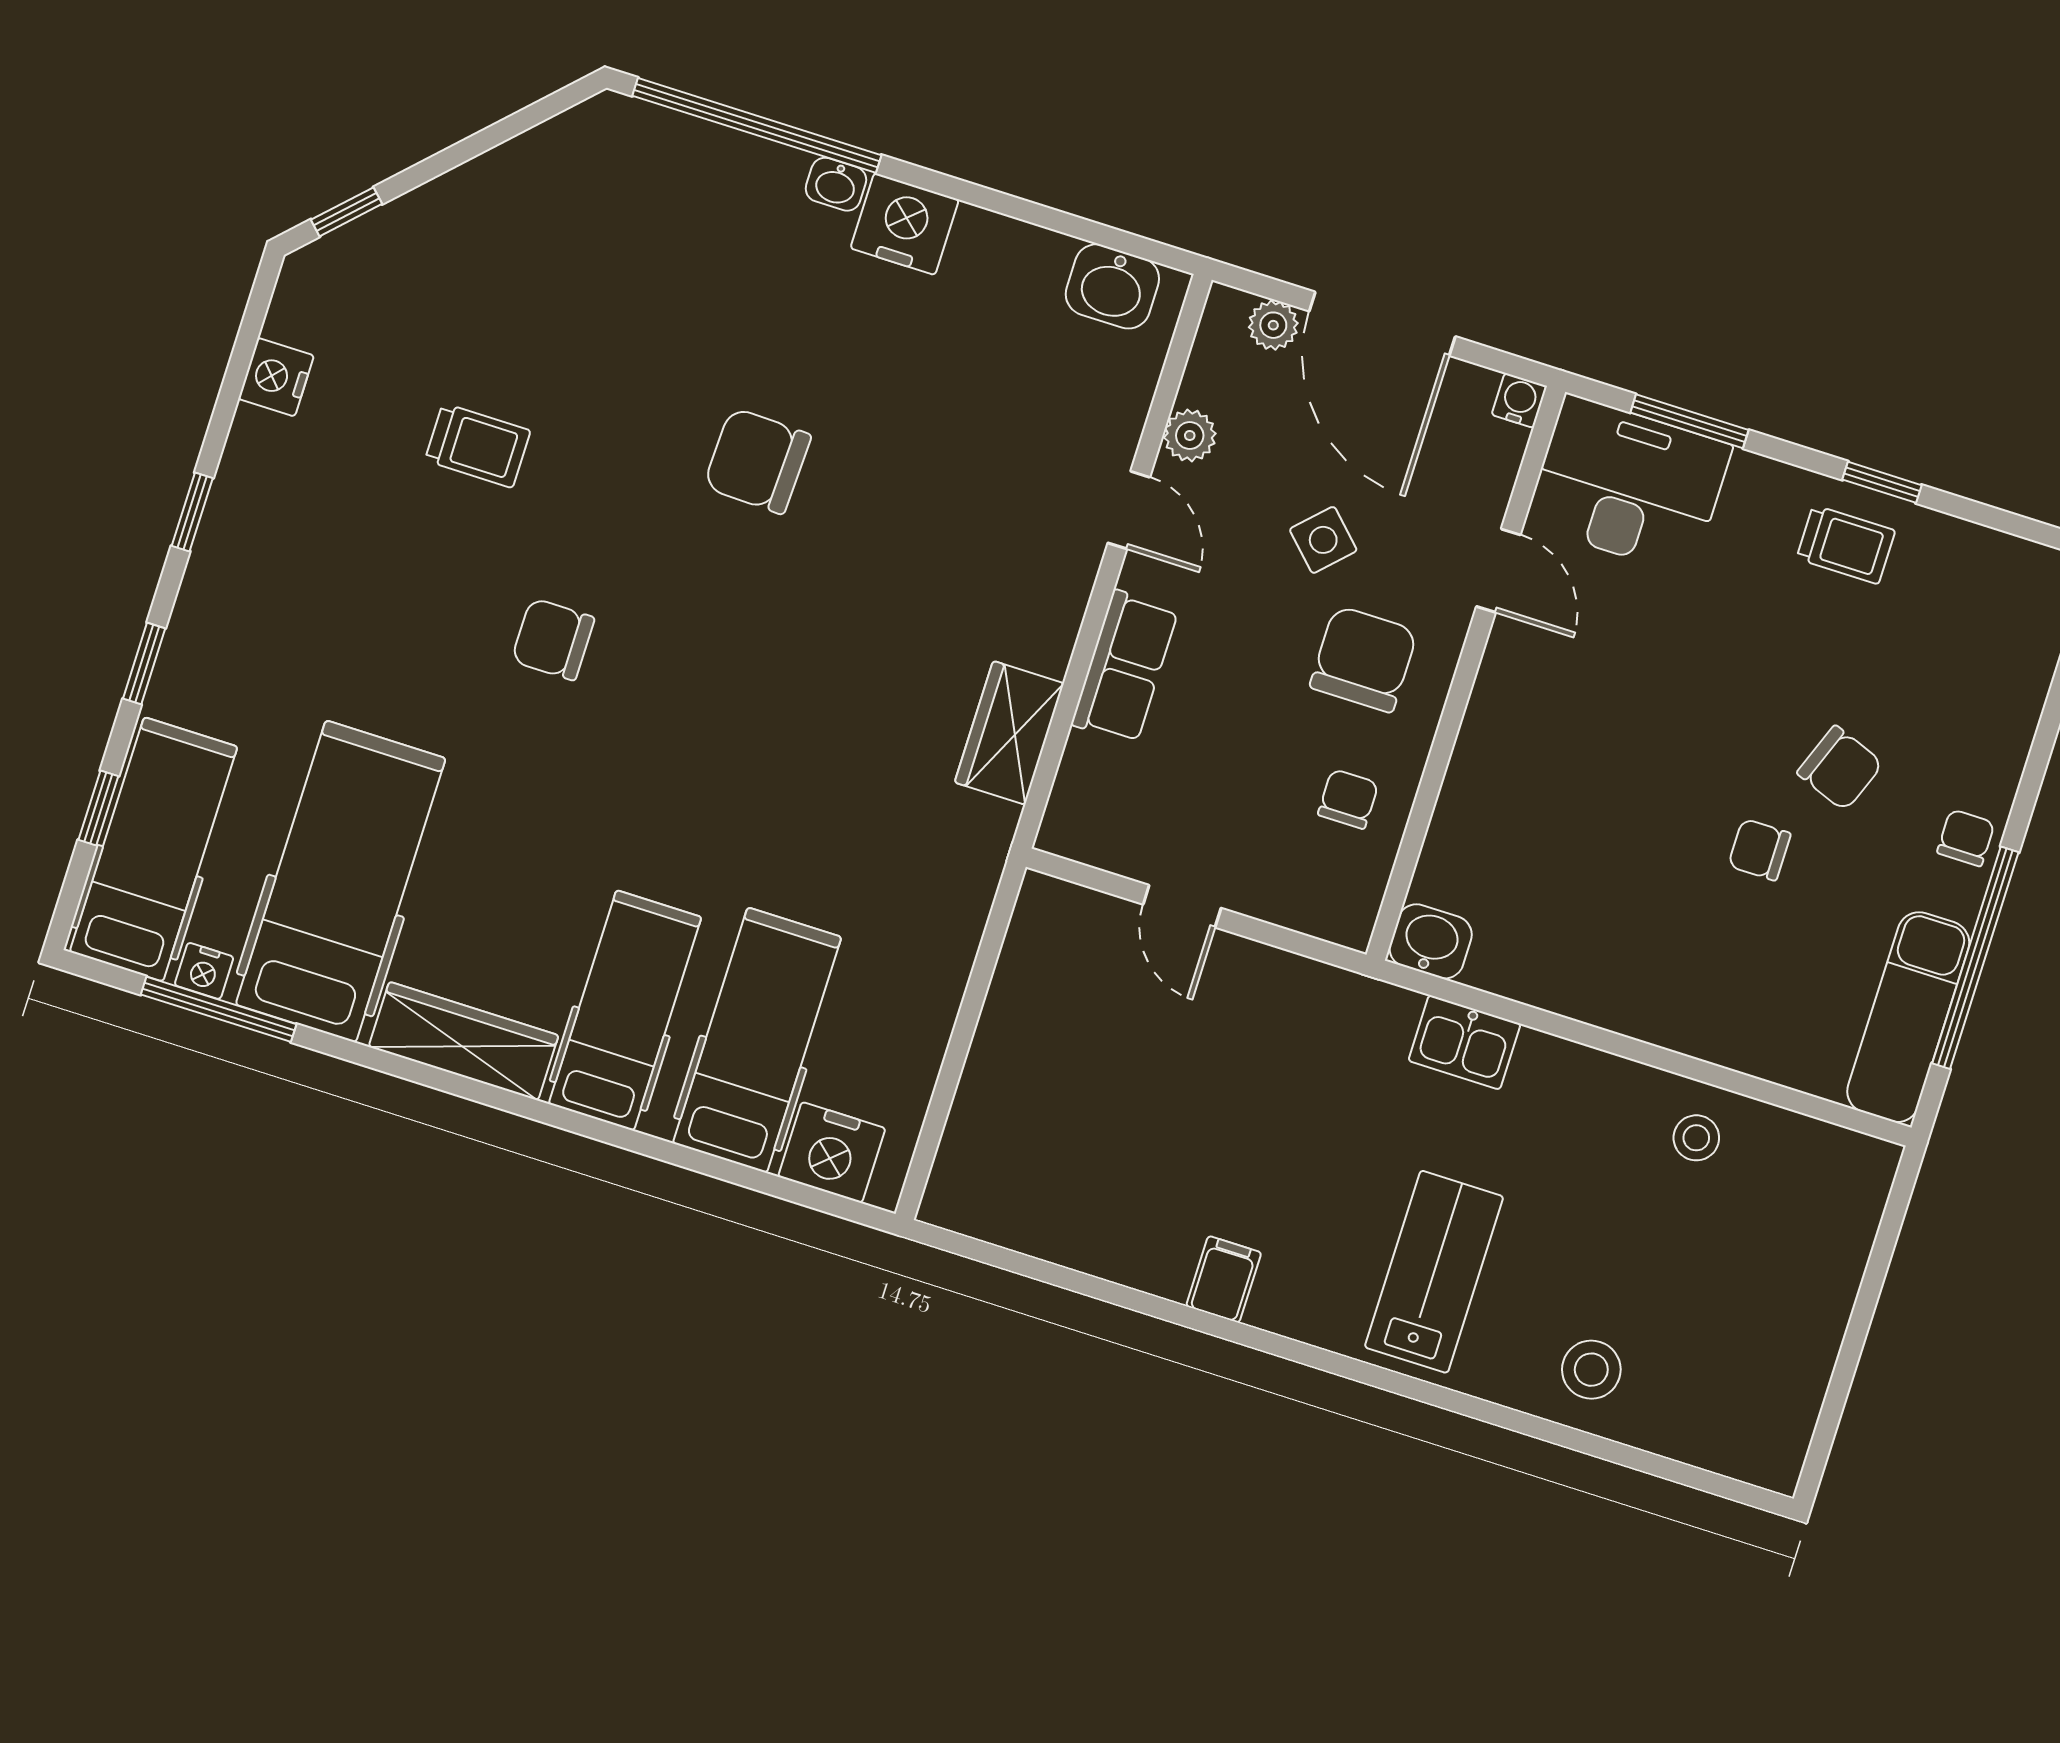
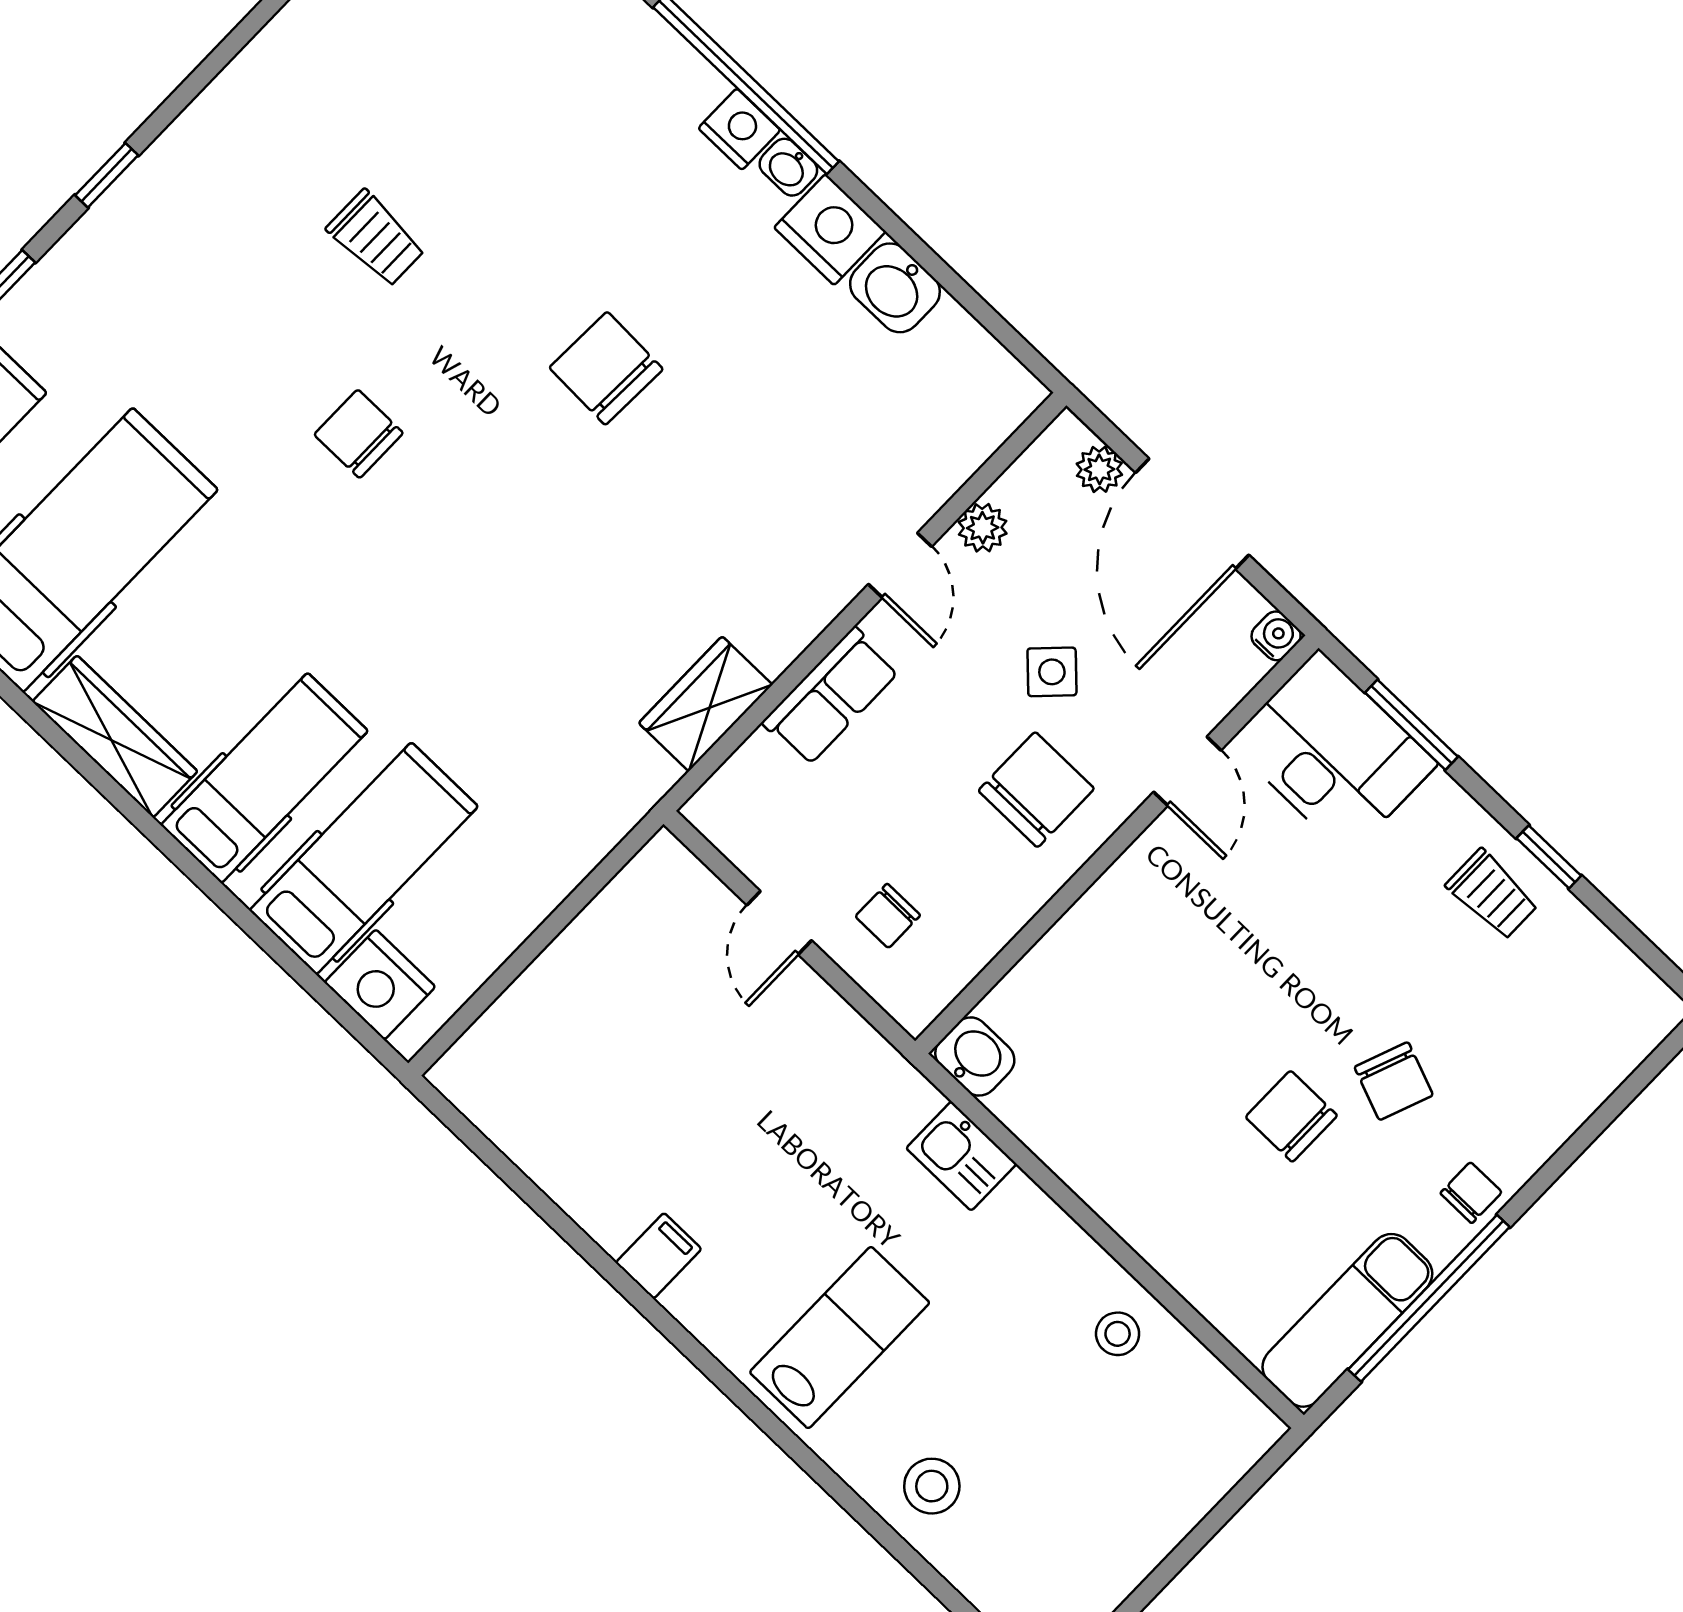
washbasin: (1112, 286) -> (895, 288), moved
nightstand: (276, 377) -> (739, 129), moved, turned 90
chair: (1348, 799) -> (888, 916), moved, turned 180
chair: (1759, 850) -> (1291, 1116), width x1.37, depth x1.37

